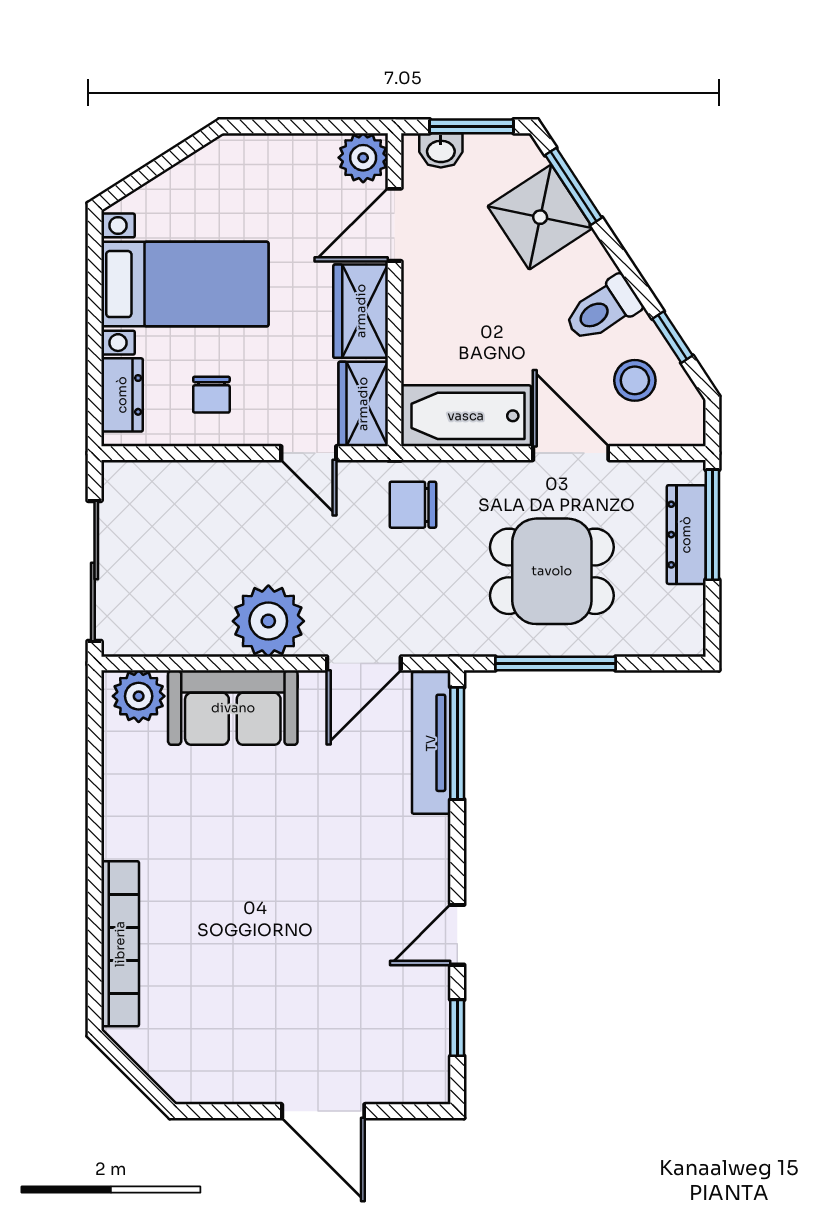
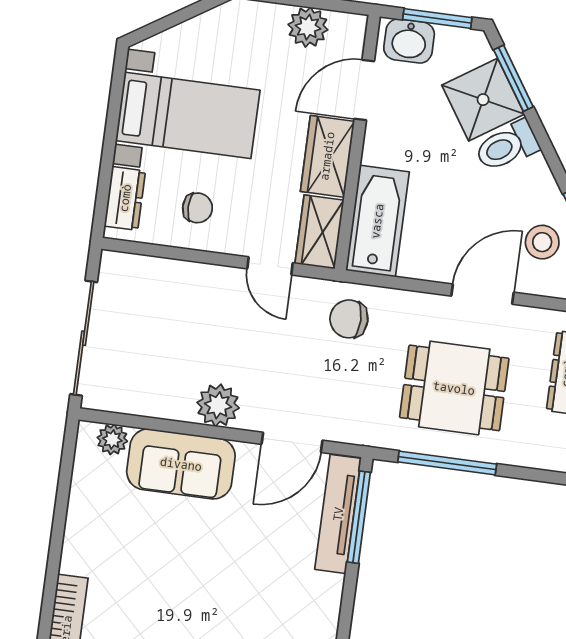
washbasin: (441, 150) -> (409, 41), width x1.38, depth x1.45
plant: (363, 158) -> (308, 27), moved
toilet: (603, 309) -> (507, 146), moved
chair: (211, 395) -> (197, 208), turned -90
bathtub: (466, 416) -> (377, 221), moved, turned 90
door: (571, 453) -> (482, 294), hinge flipped
plant: (268, 621) -> (218, 405), width x0.73, depth x0.73
plant: (139, 696) -> (112, 439), width x0.73, depth x0.73

